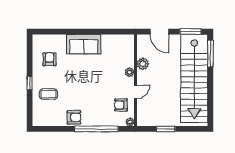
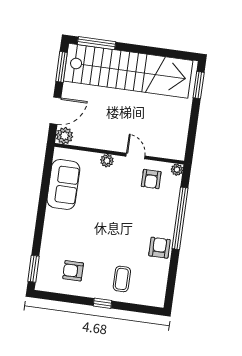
window: (47, 32) -> (33, 269), added
sofa: (84, 44) -> (63, 184), moved
plant: (143, 64) -> (65, 136), moved
window: (166, 129) -> (199, 85), moved

